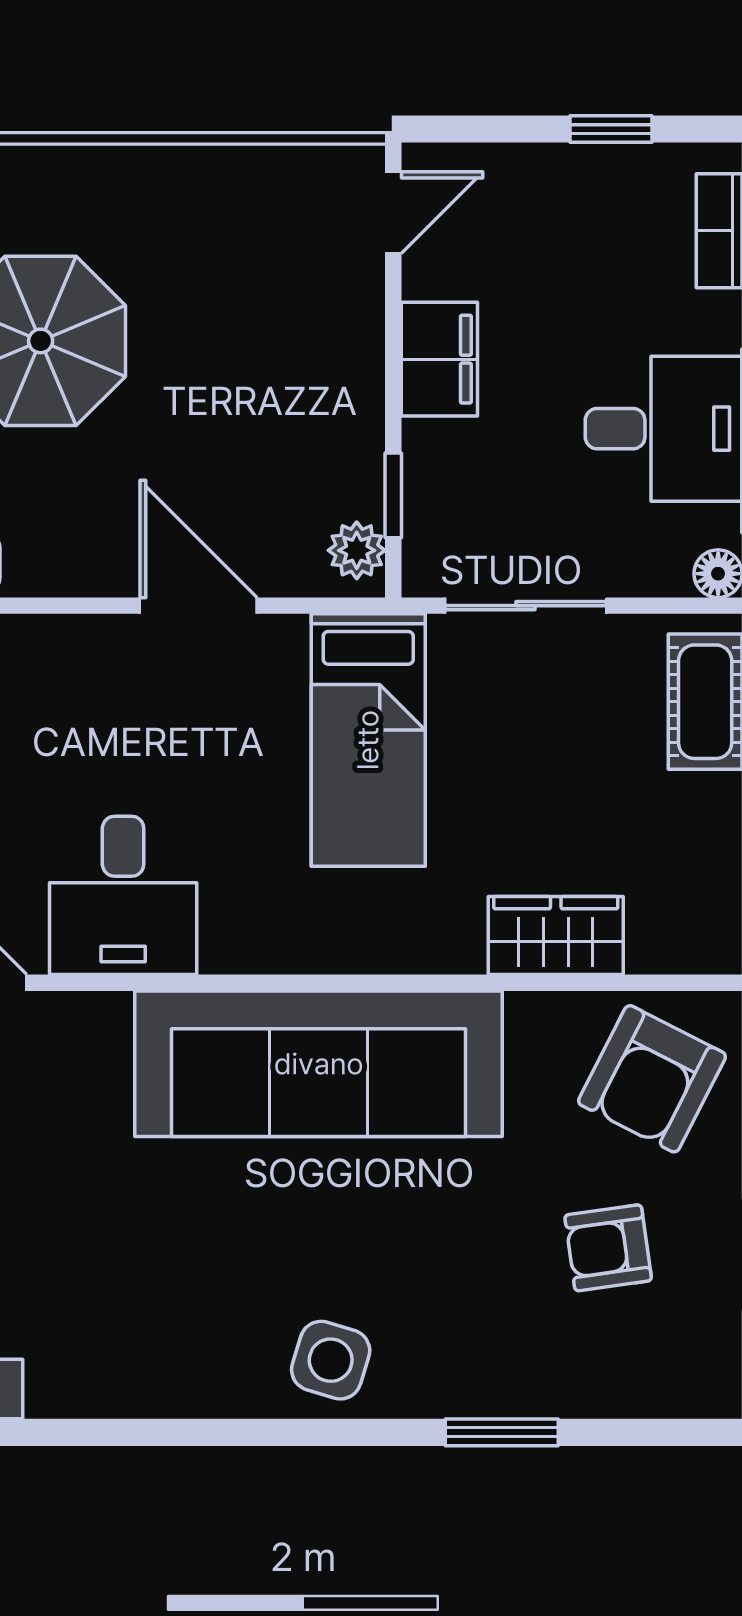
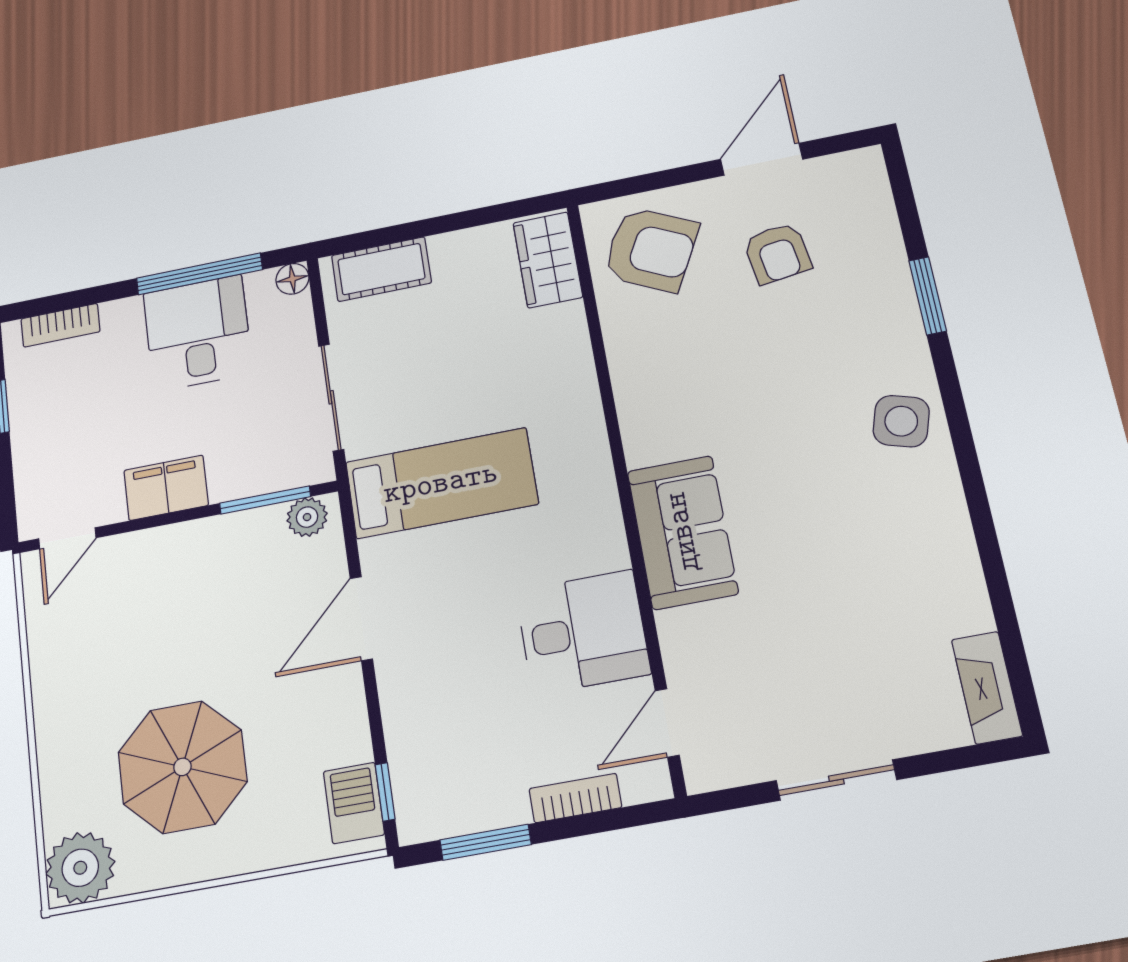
door: (393, 213) -> (67, 538), swing flipped
window: (393, 495) -> (265, 500), width x1.50
wardrobe: (556, 936) -> (548, 260), moved
sofa: (319, 1064) -> (682, 532), width x0.54, depth x0.79

